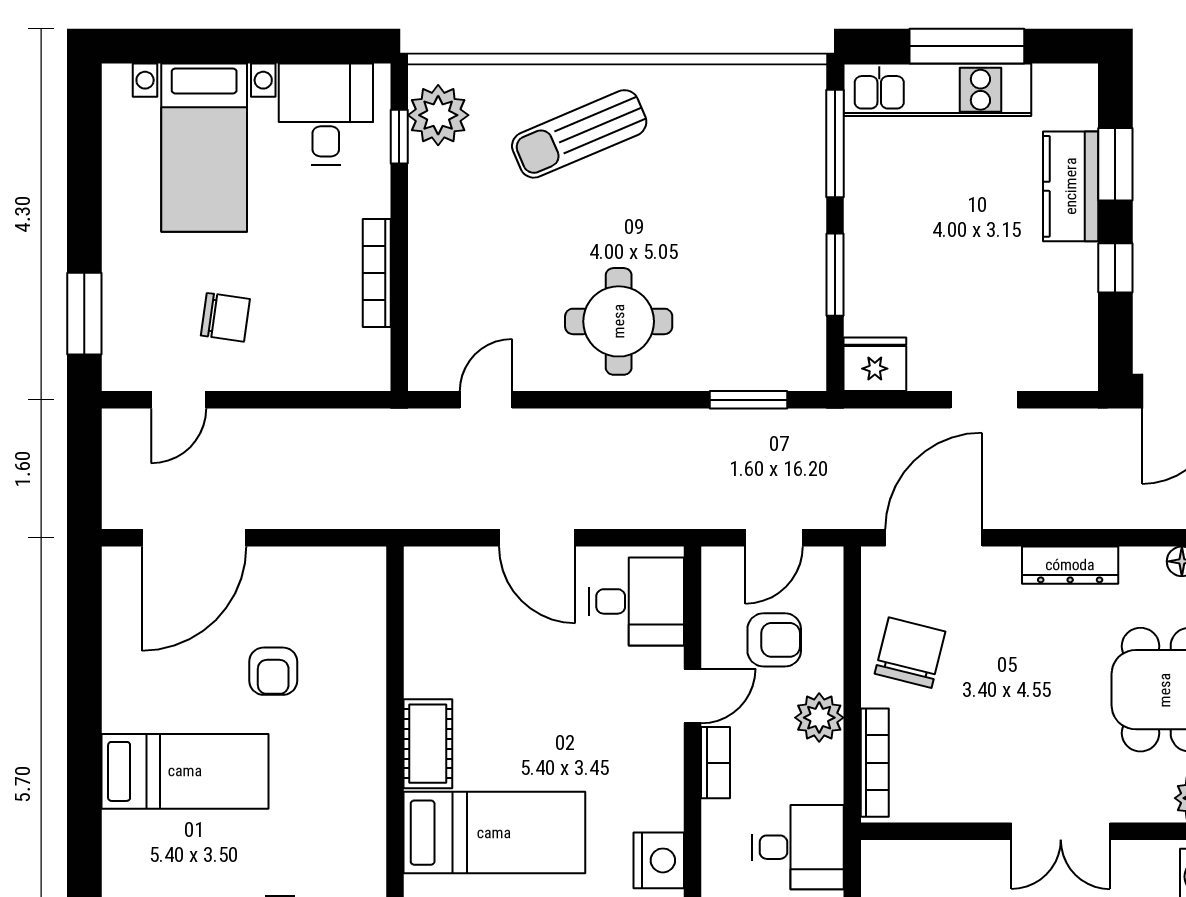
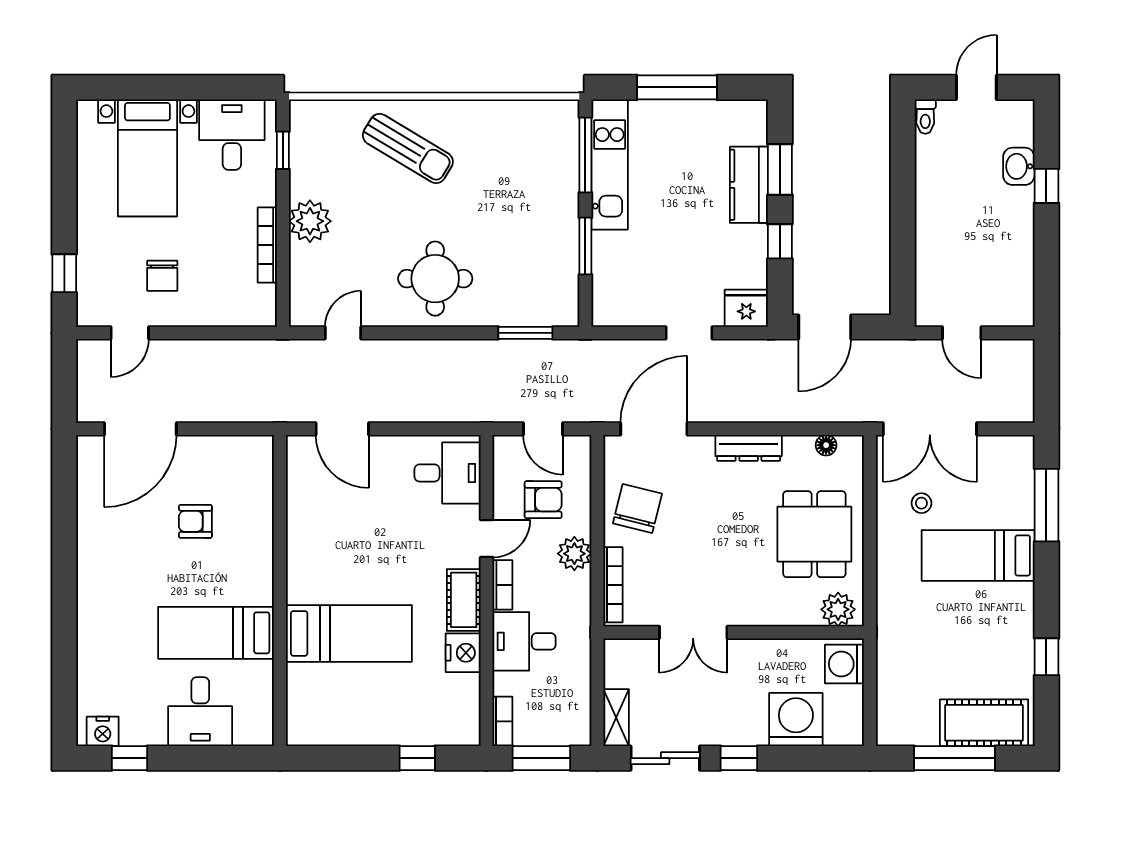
kitchen unit: (937, 90) -> (610, 164), moved, turned -90
plant: (438, 115) -> (310, 221), moved
sun lounger: (579, 134) -> (408, 148), turned -126
window: (84, 314) -> (64, 273), width x0.67
chair: (225, 317) -> (162, 276), turned 82
fridge: (875, 364) -> (746, 308), moved
door: (537, 538) -> (342, 429), moved
door: (774, 538) -> (543, 429), hinge flipped
armchair: (273, 671) -> (195, 521), turned 90
cot: (428, 744) -> (464, 600), moved
bed: (185, 771) -> (216, 633), moved, turned 180
double door: (1061, 831) -> (693, 632), moved
desk: (798, 847) -> (524, 641), moved, turned 180

